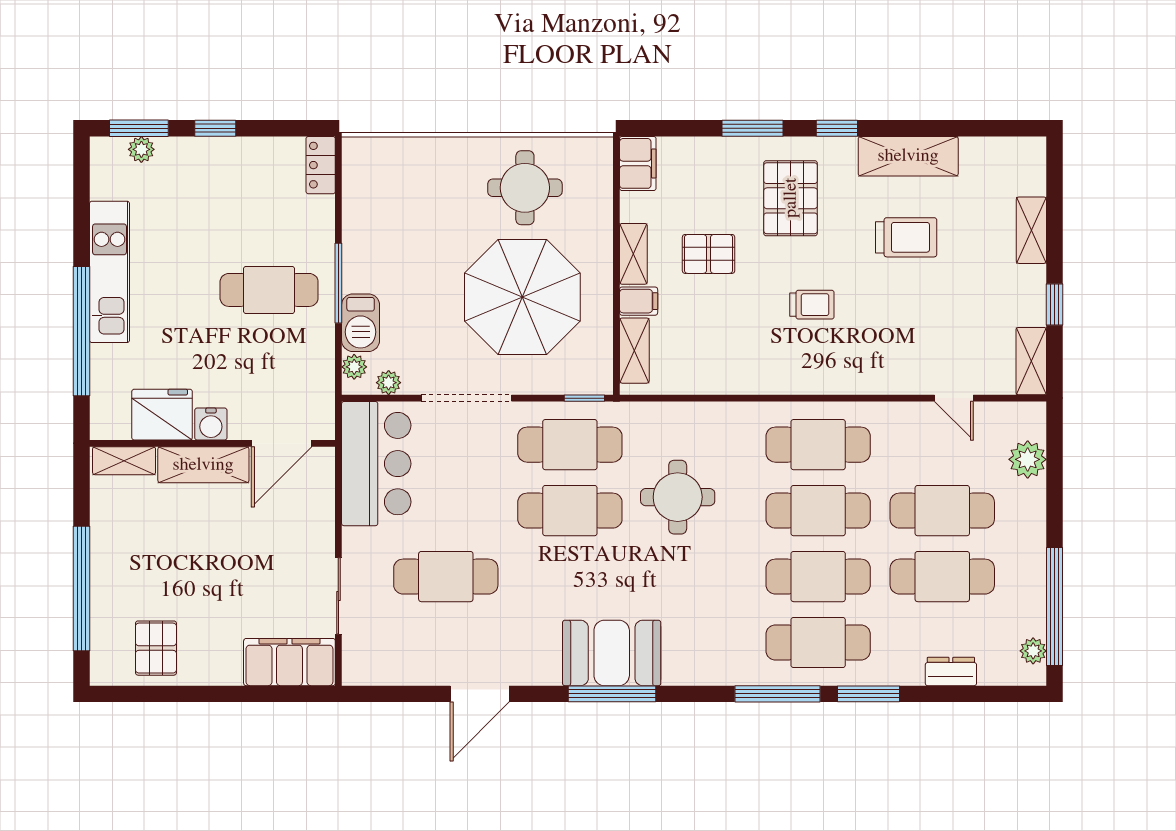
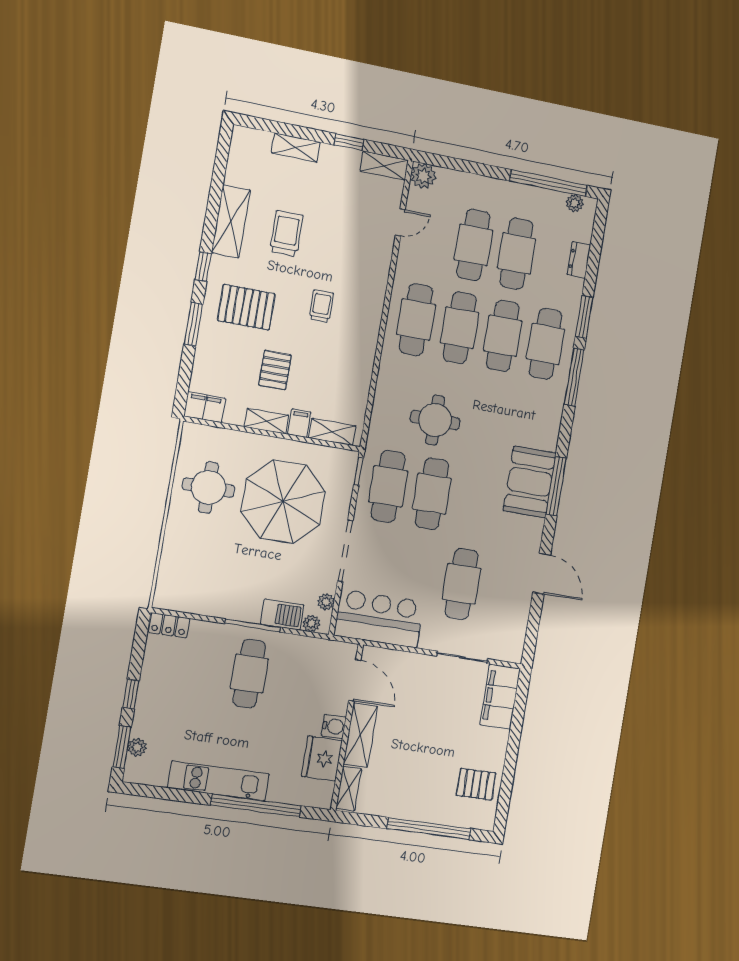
plant: (1028, 459) -> (423, 176), moved

